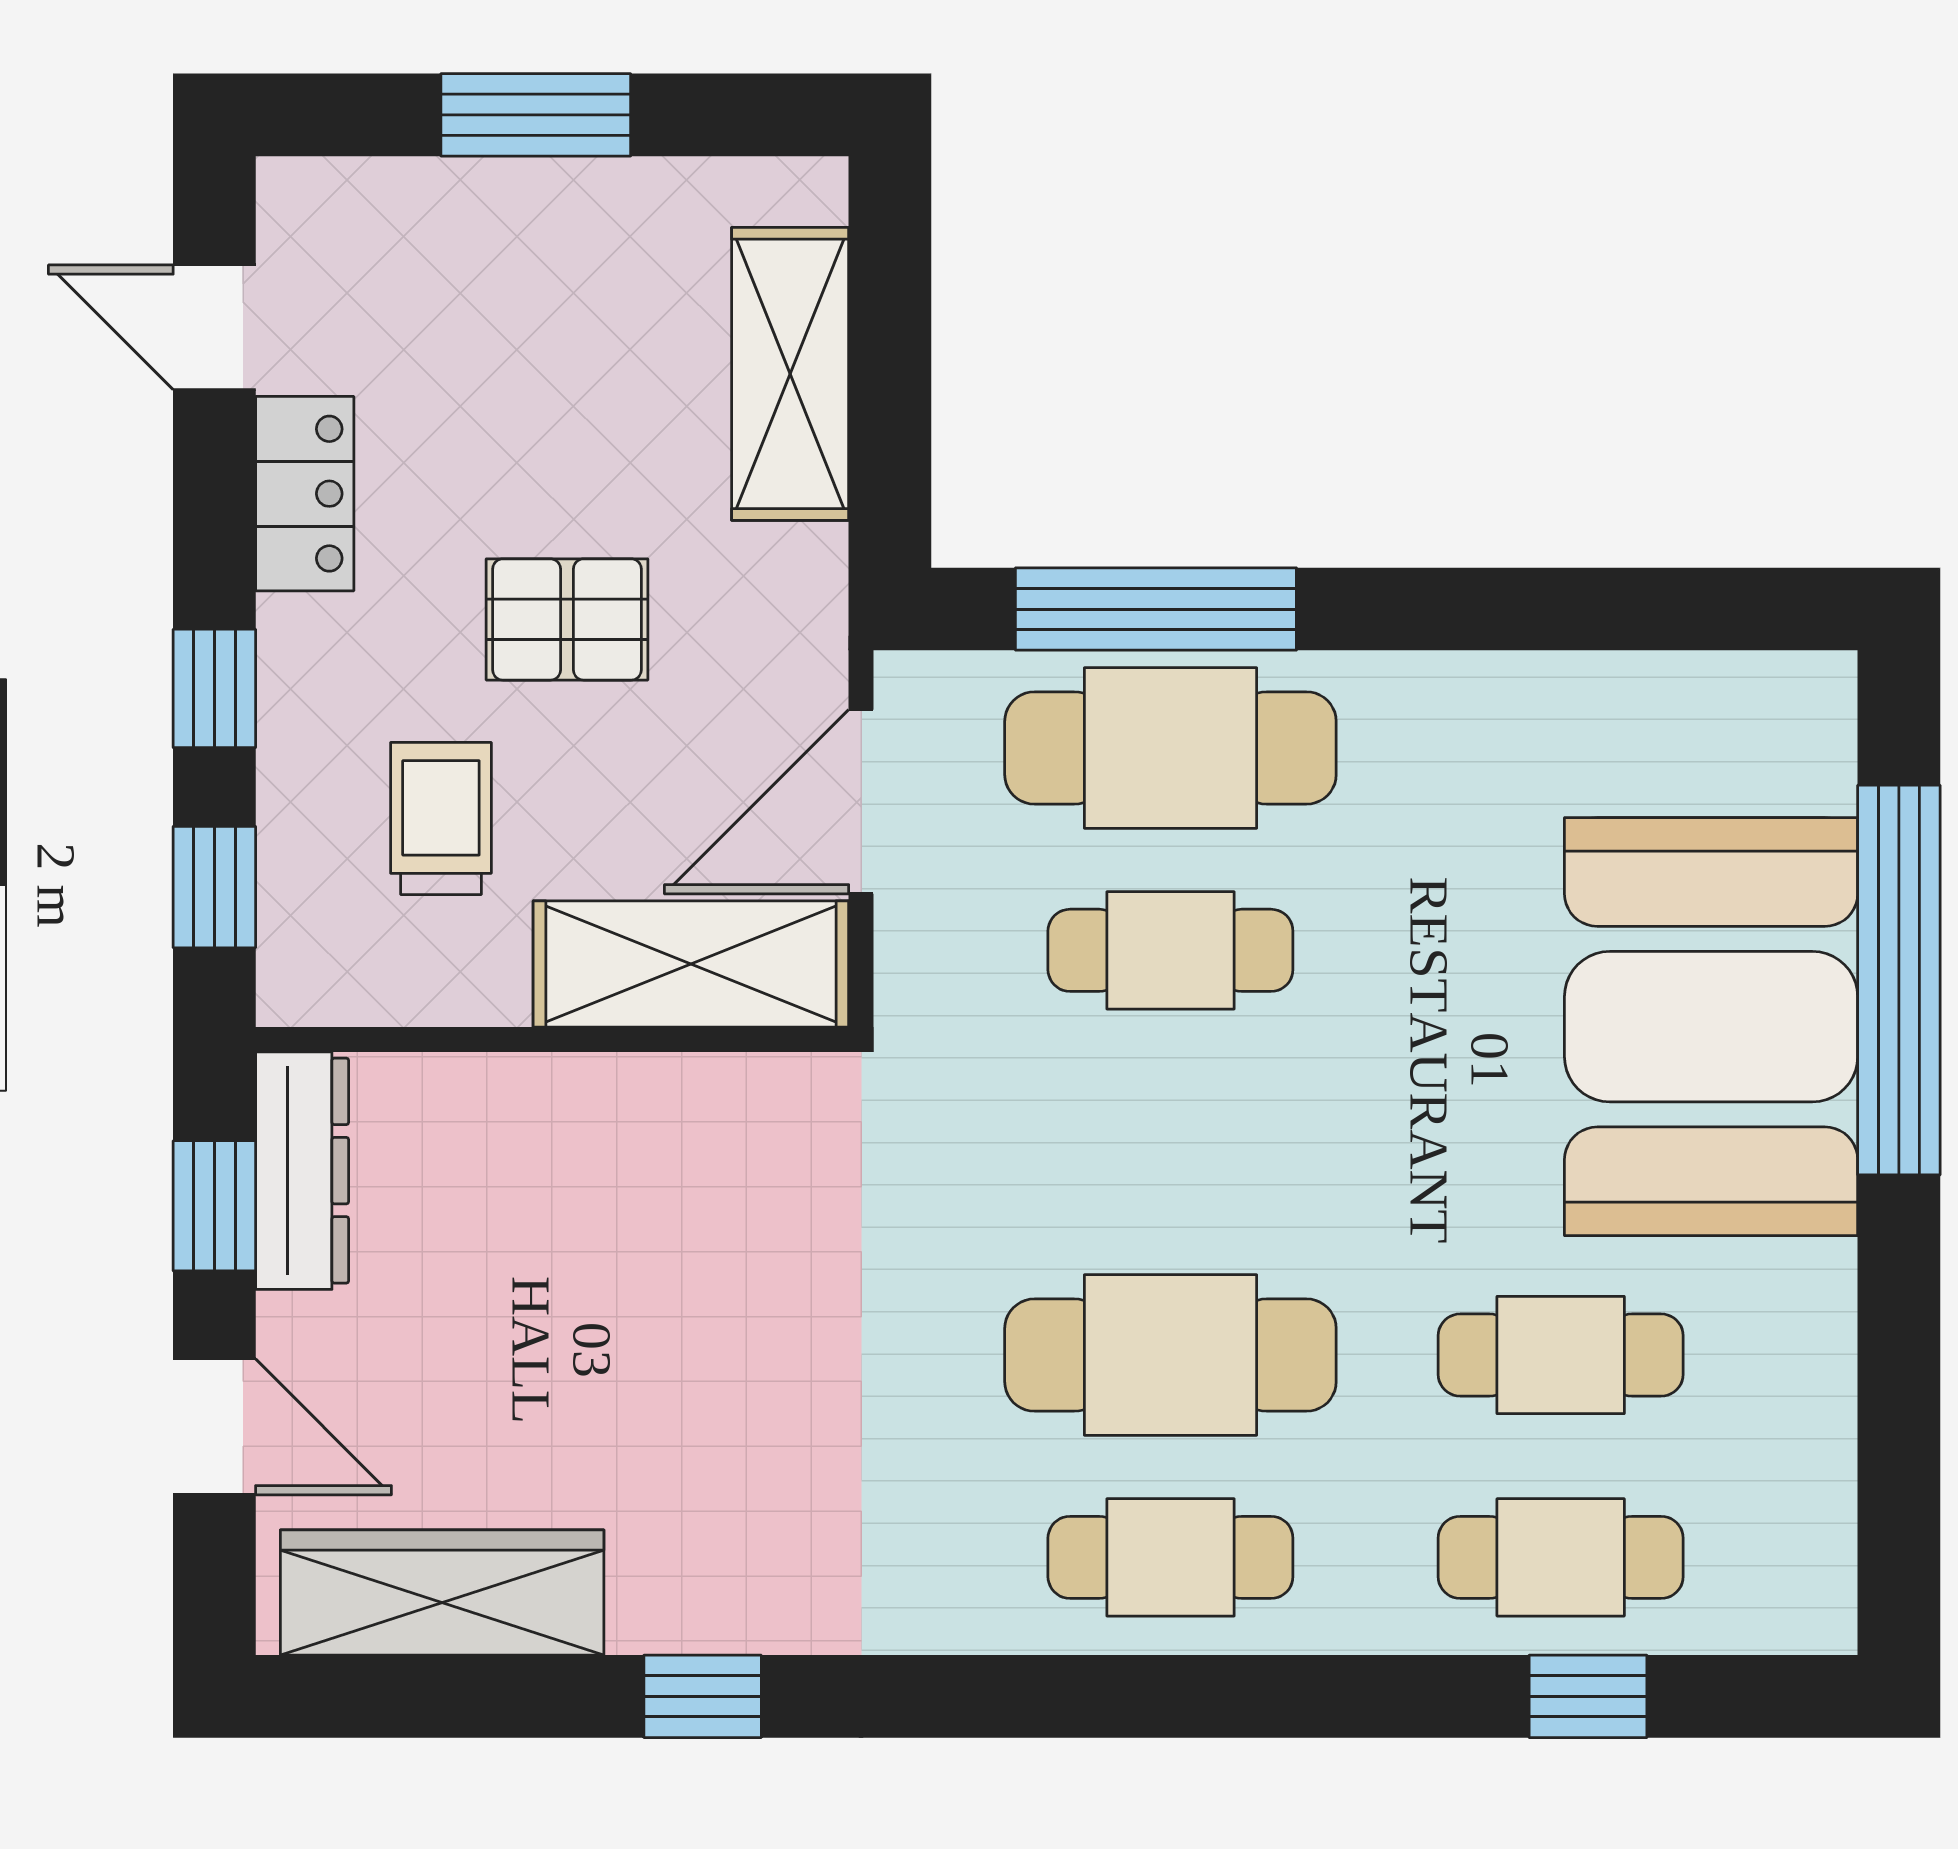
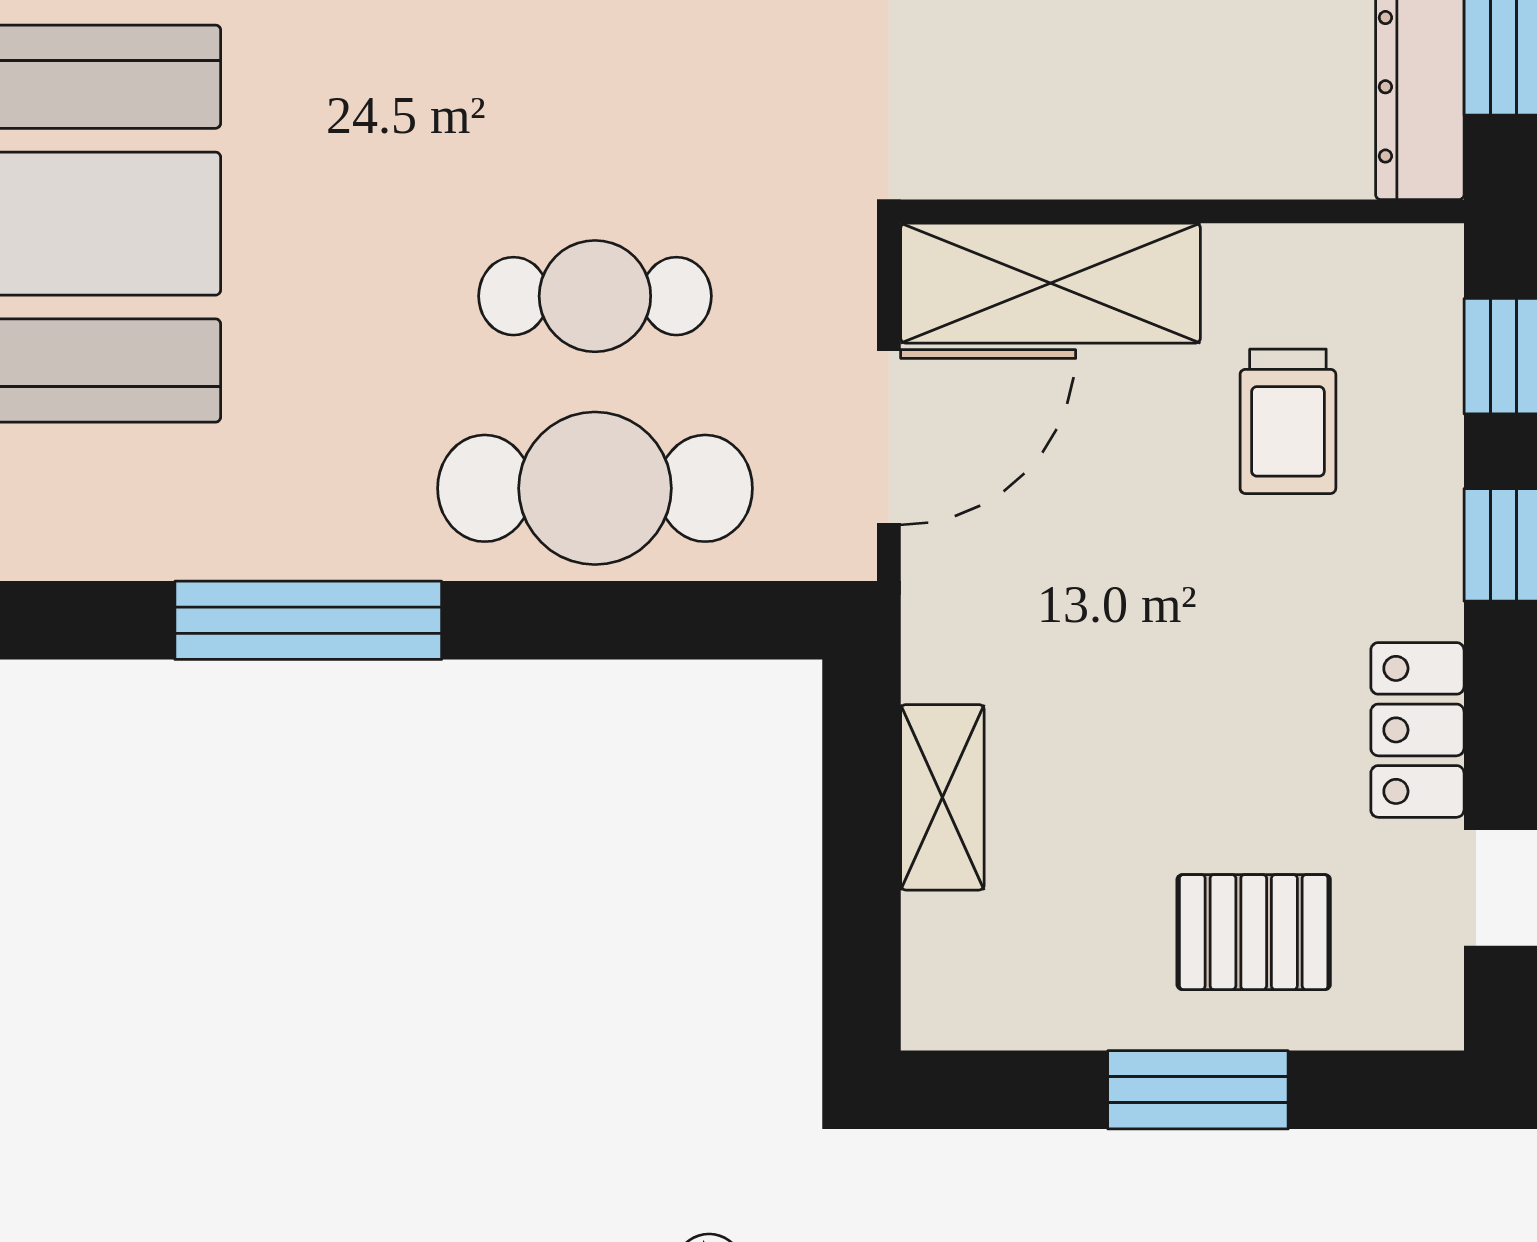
shelving: (790, 374) -> (942, 797), width x0.67, depth x0.75
window: (1156, 609) -> (308, 620), moved
pallet: (567, 619) -> (1254, 932), moved

